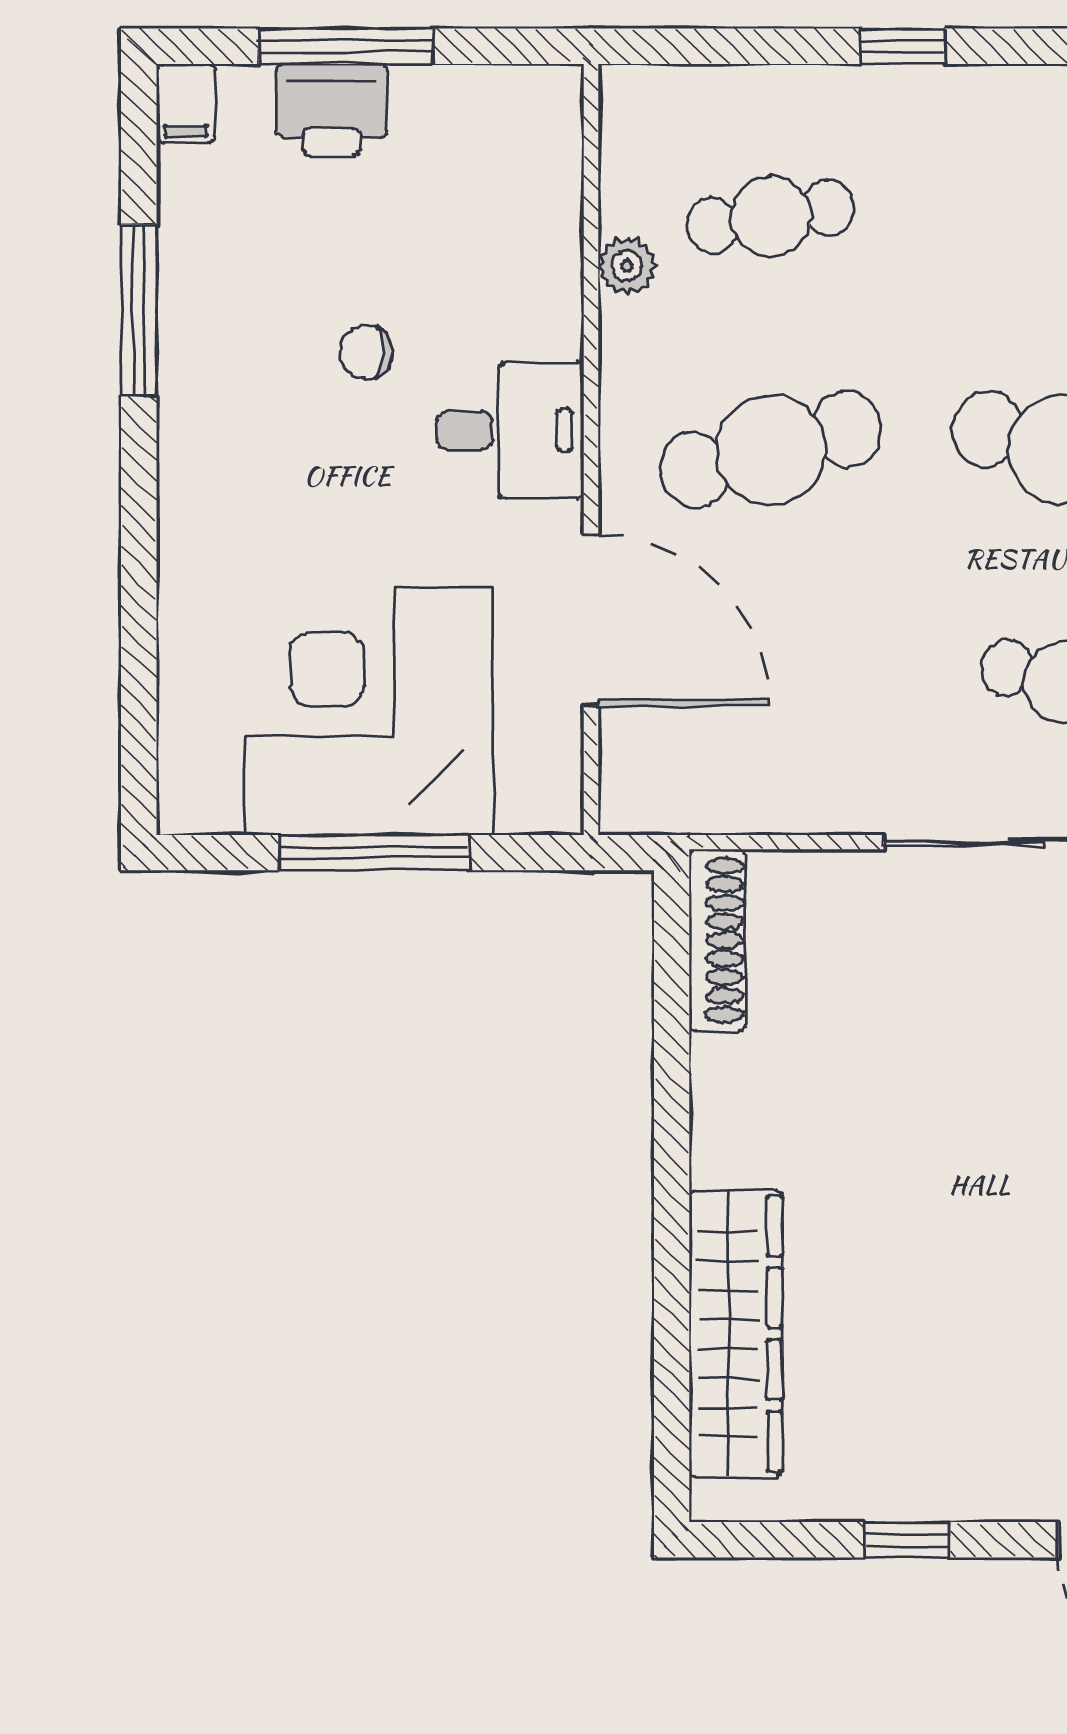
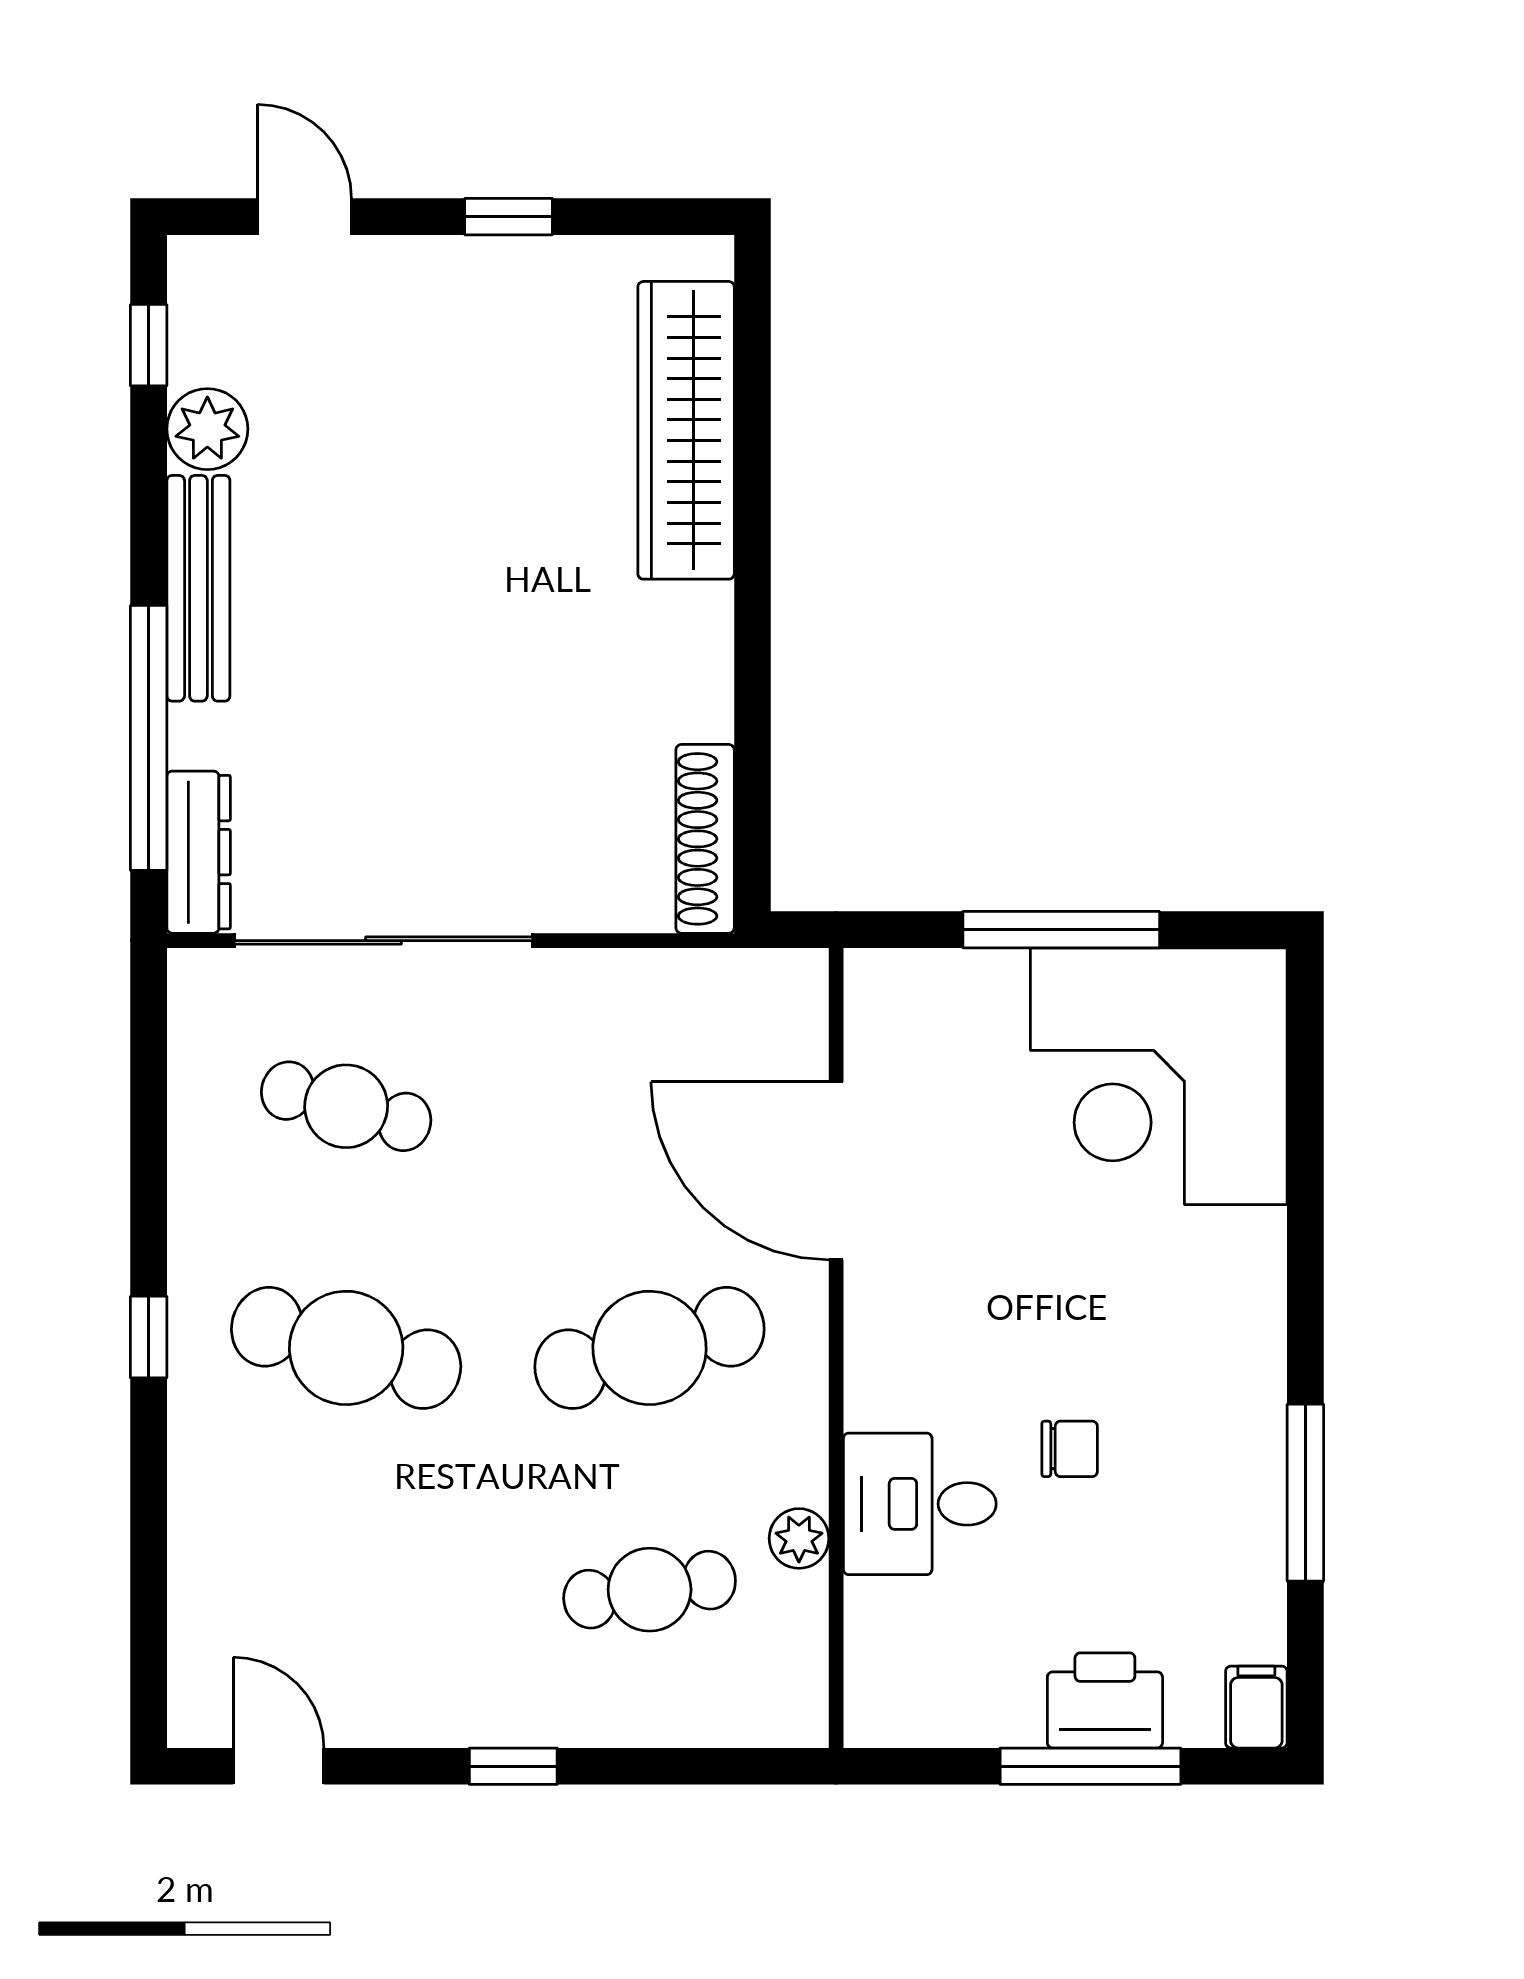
desk: (510, 430) -> (920, 1504), moved
corner desk: (369, 711) -> (1159, 1076), moved, turned 90

